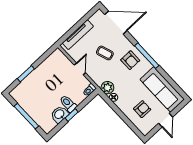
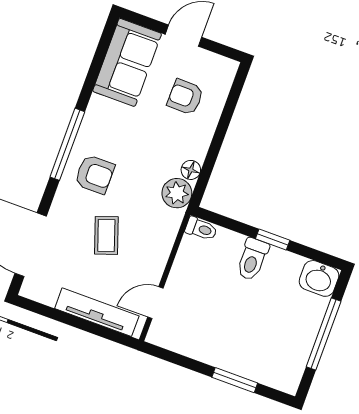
armchair: (130, 60) -> (95, 174), turned 90
door: (80, 69) -> (155, 303), moved
sofa: (162, 89) -> (127, 62), width x0.73
washbasin: (60, 114) -> (319, 278), moved

